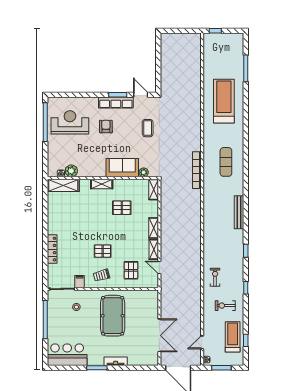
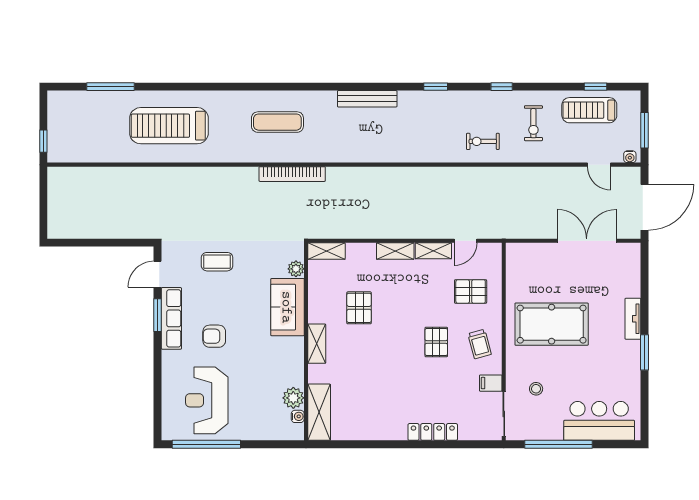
bar counter: (67, 355) -> (599, 421), moved, turned 90

